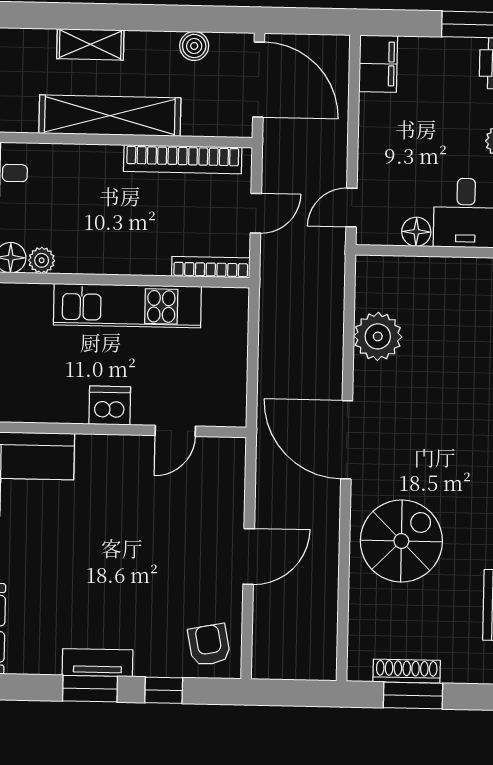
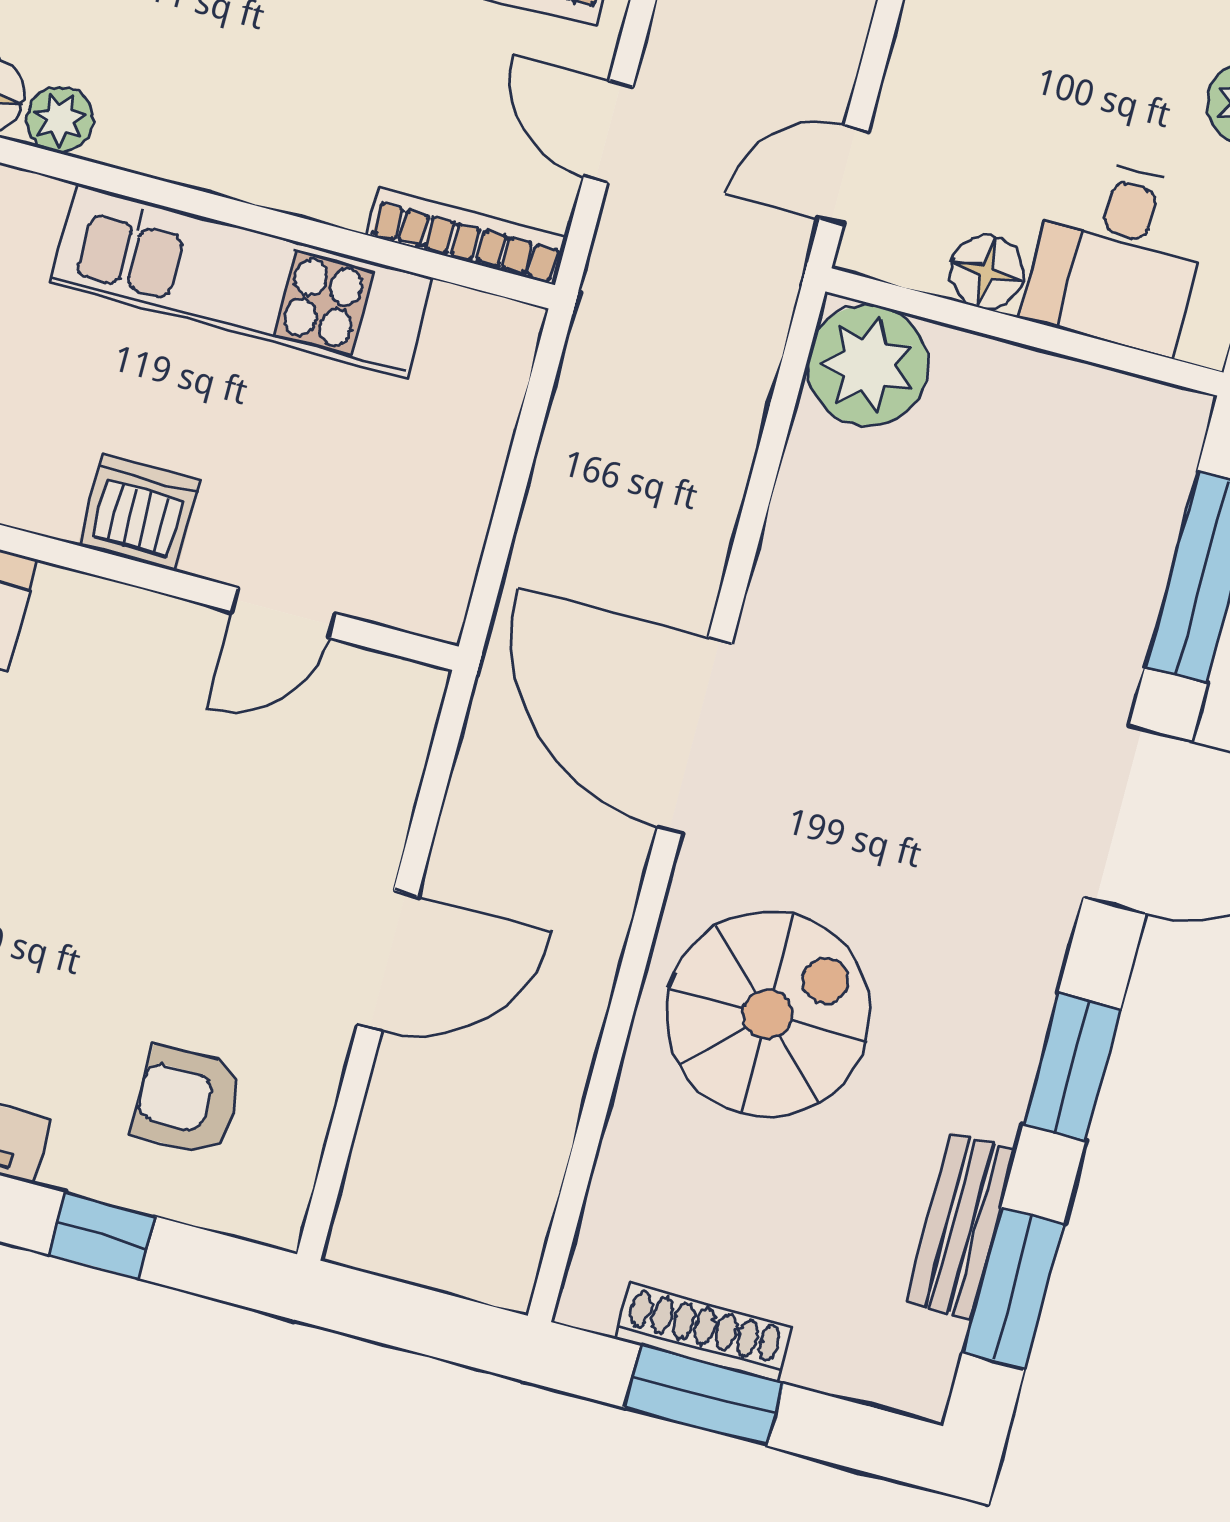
door: (256, 213) -> (608, 132), swing flipped
plant: (378, 336) -> (868, 365), moved
armchair: (209, 645) -> (188, 1100), moved, turned -79

